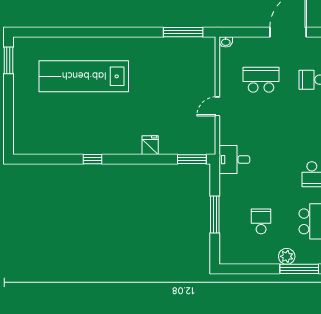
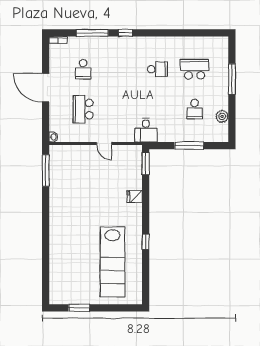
window: (8, 60) -> (79, 308), moved
lab bench: (84, 76) -> (113, 262), moved
school desk: (261, 221) -> (195, 109), turned -90
plant: (287, 256) -> (222, 116), moved

